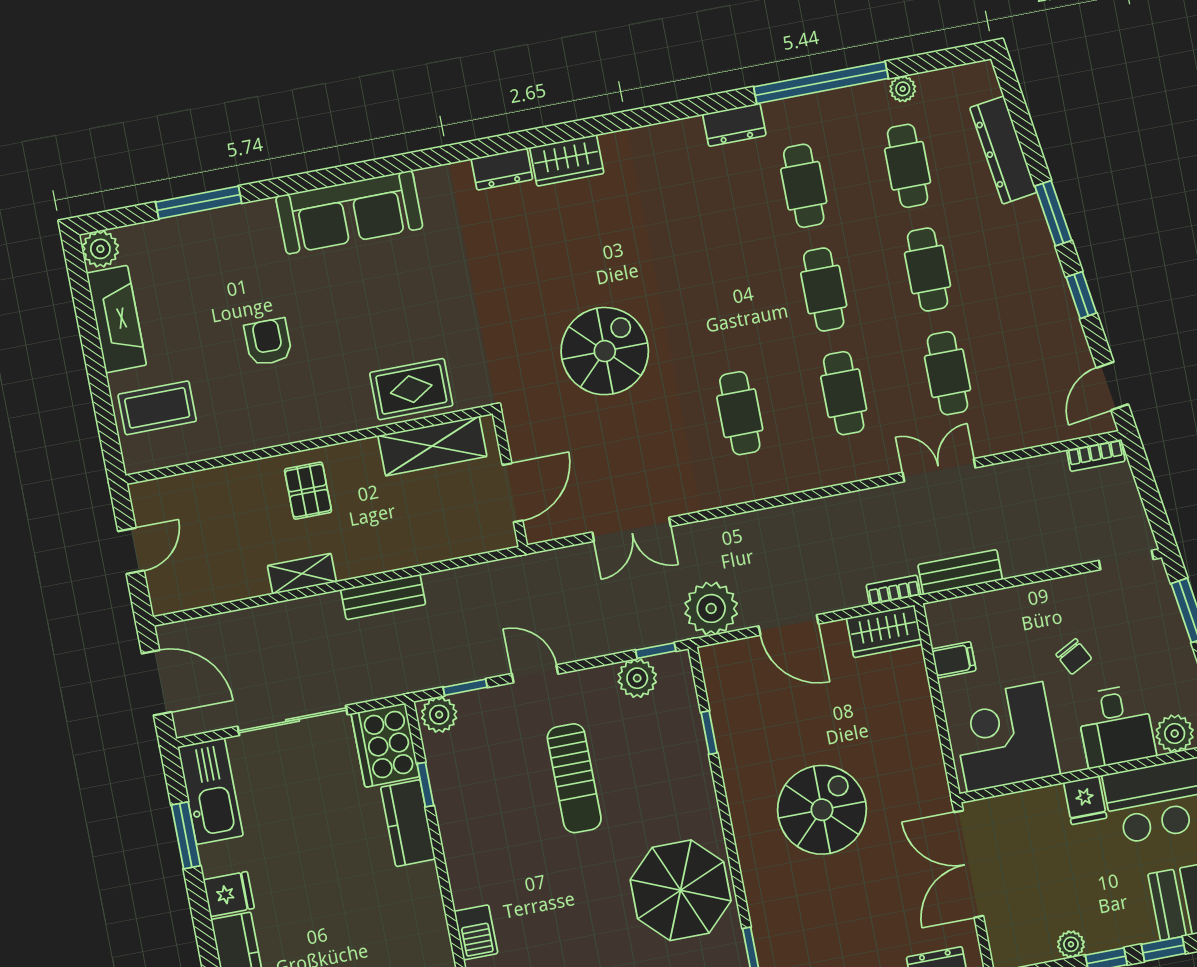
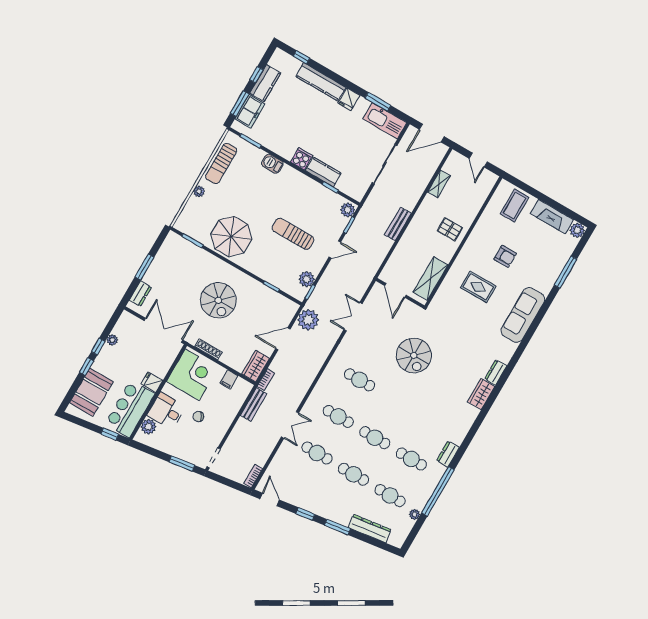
rug: (411, 389) -> (478, 287), moved, turned 90
shelving: (302, 574) -> (439, 184), moved
cooker: (385, 745) -> (302, 159), moved, width x0.53, depth x0.76
shoe rack: (931, 748) -> (208, 349), added

